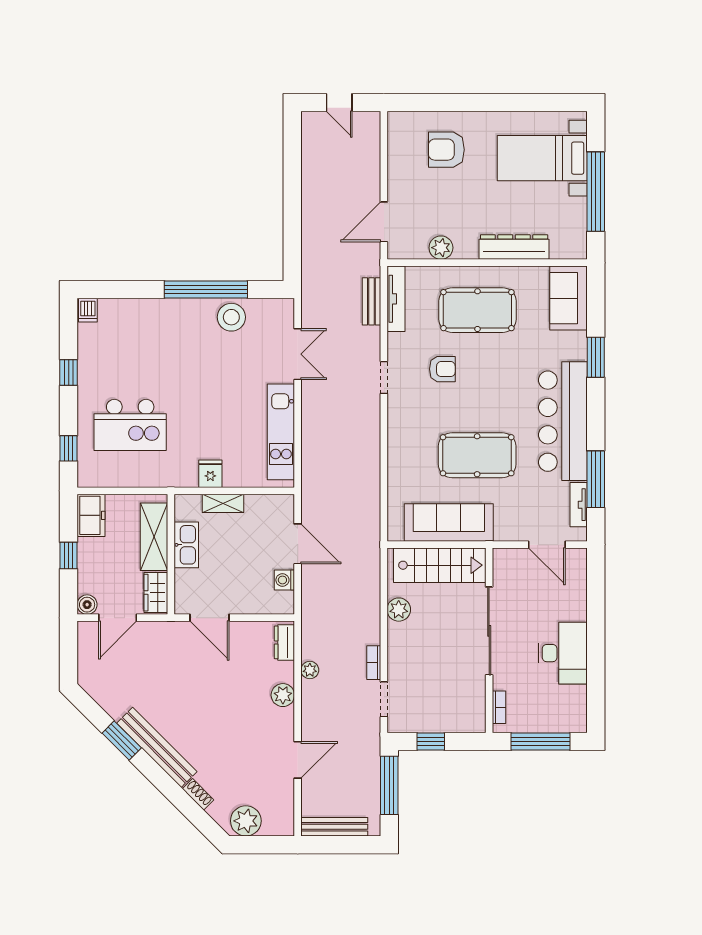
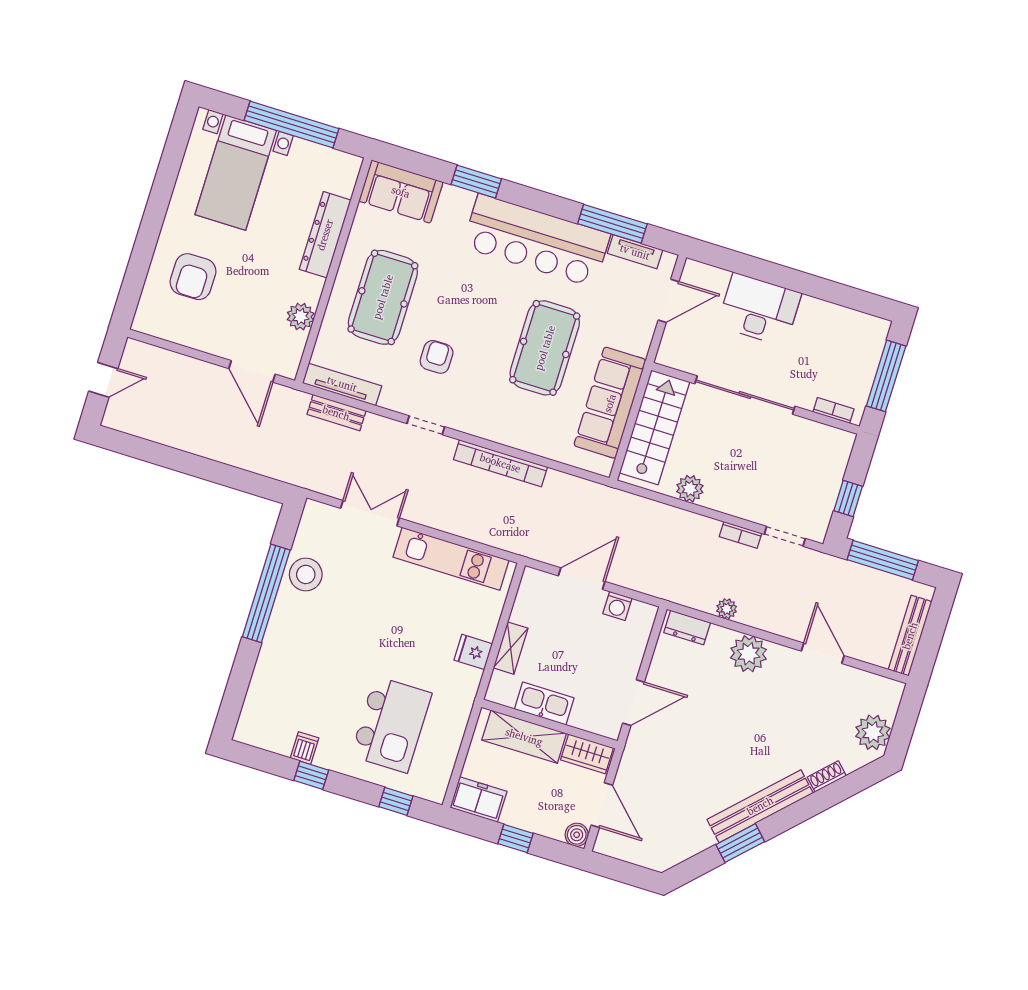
dishwasher: (88, 310) -> (305, 748), moved, turned -90
bookcase: (372, 448) -> (500, 463), added
desk: (563, 653) -> (759, 310), moved
plant: (283, 695) -> (749, 654), width x1.36, depth x1.36

